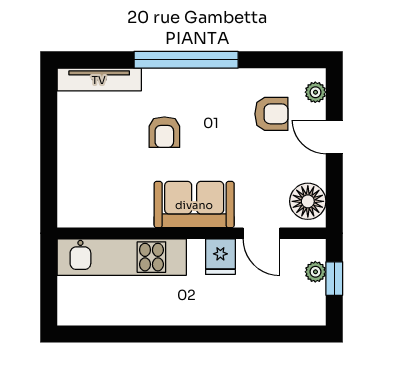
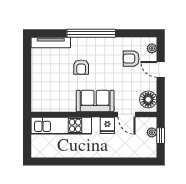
armchair: (271, 114) -> (131, 59), turned 180

